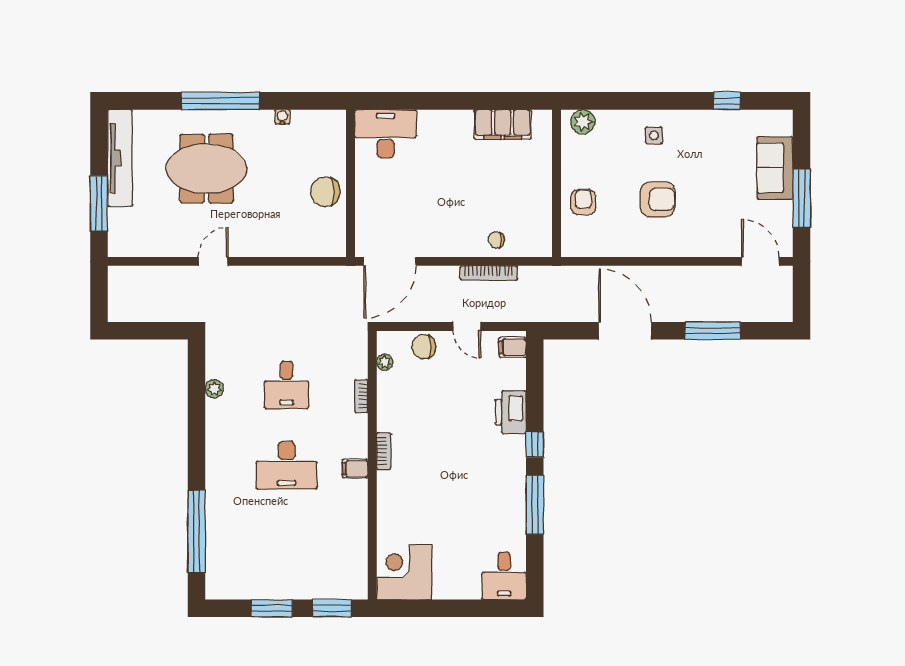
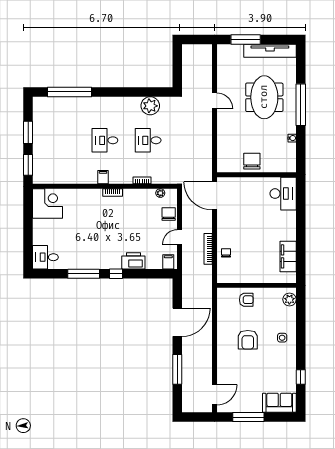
sofa: (775, 168) -> (279, 403), moved
plant: (214, 389) -> (150, 106), width x1.88, depth x1.88
desk: (287, 465) -> (105, 140), width x0.73

